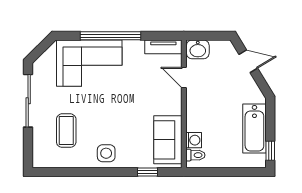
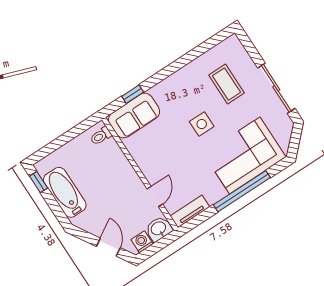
door: (248, 61) -> (108, 247), swing flipped
door: (184, 77) -> (155, 197), hinge flipped
sofa: (168, 140) -> (134, 116), moved, turned 90
washing machine: (194, 140) -> (142, 242), moved, turned 90
side table: (106, 153) -> (202, 124), moved

